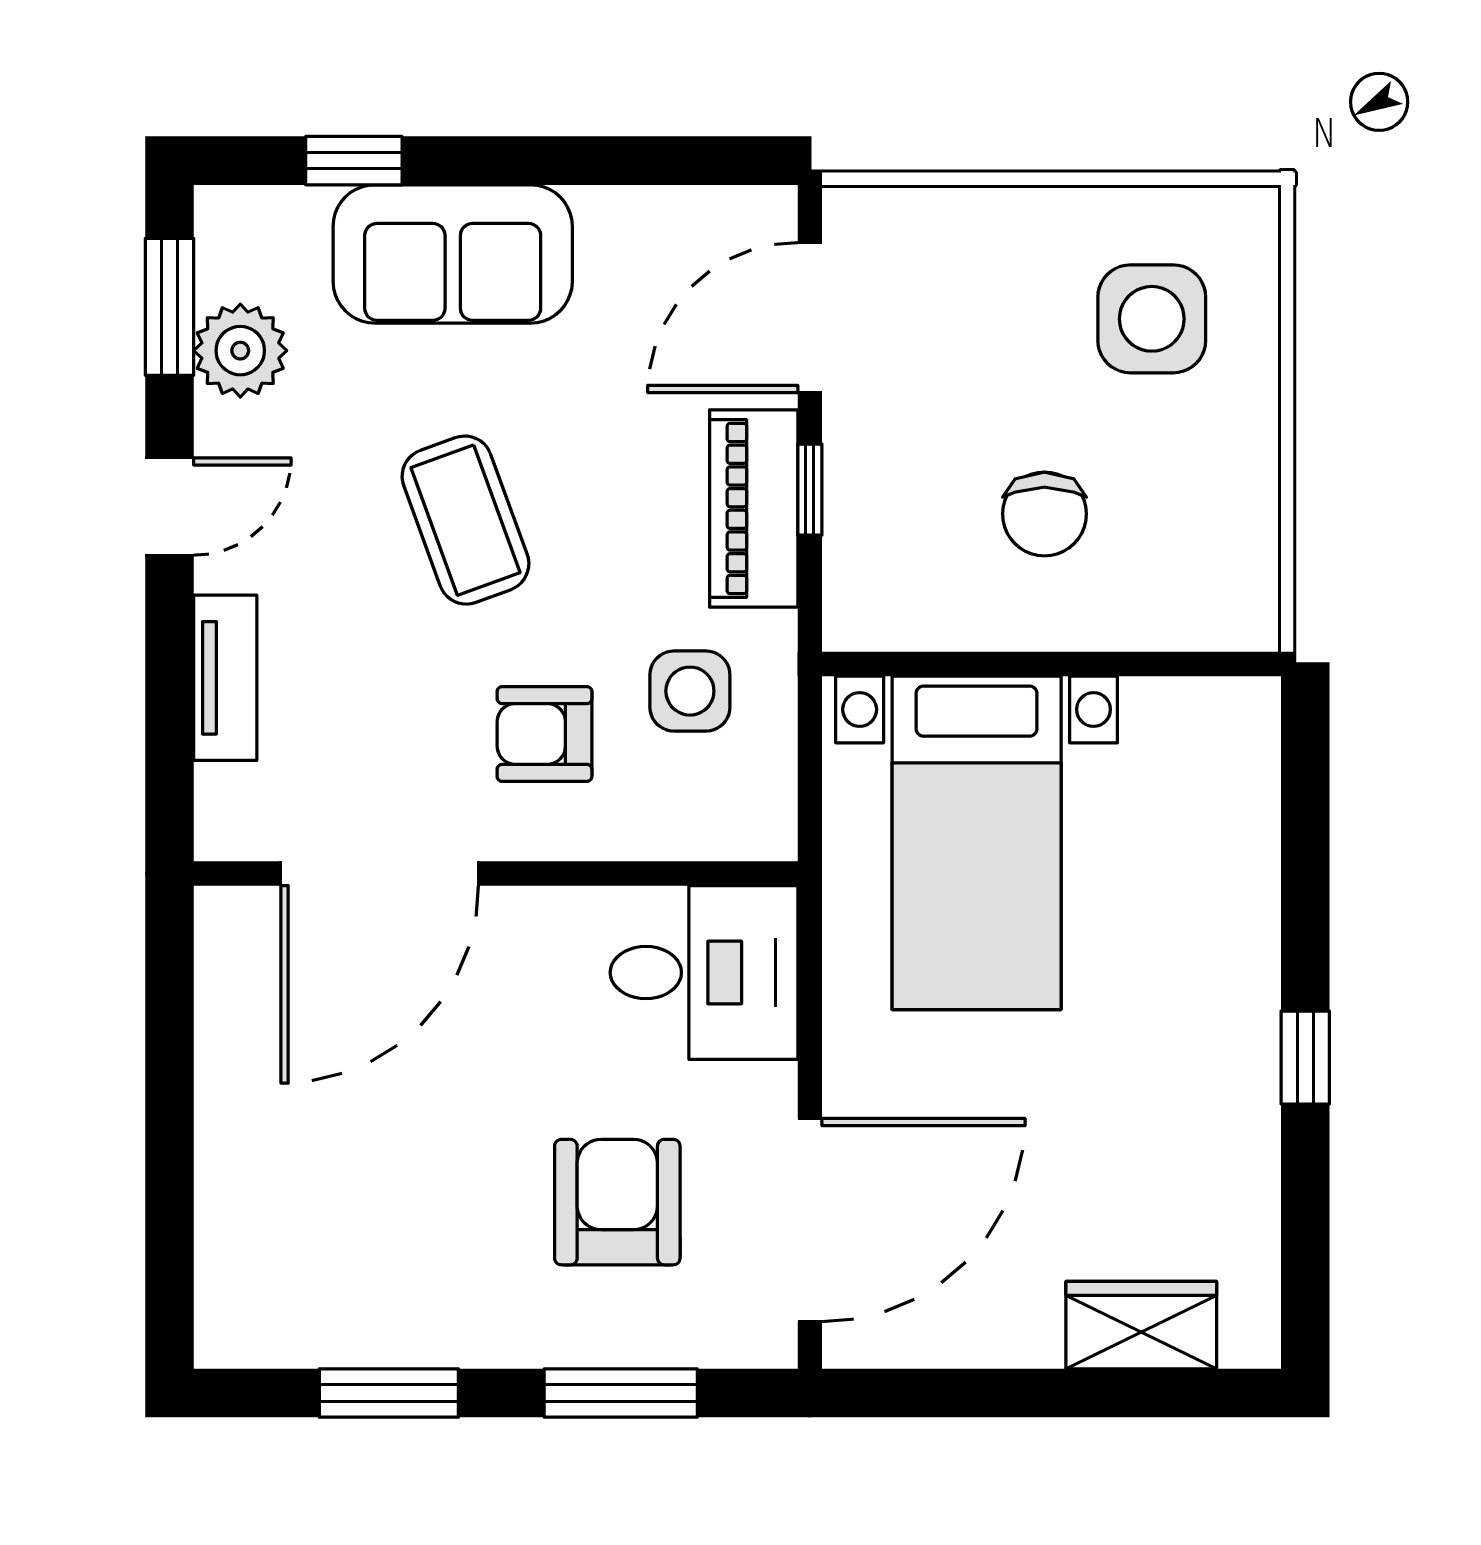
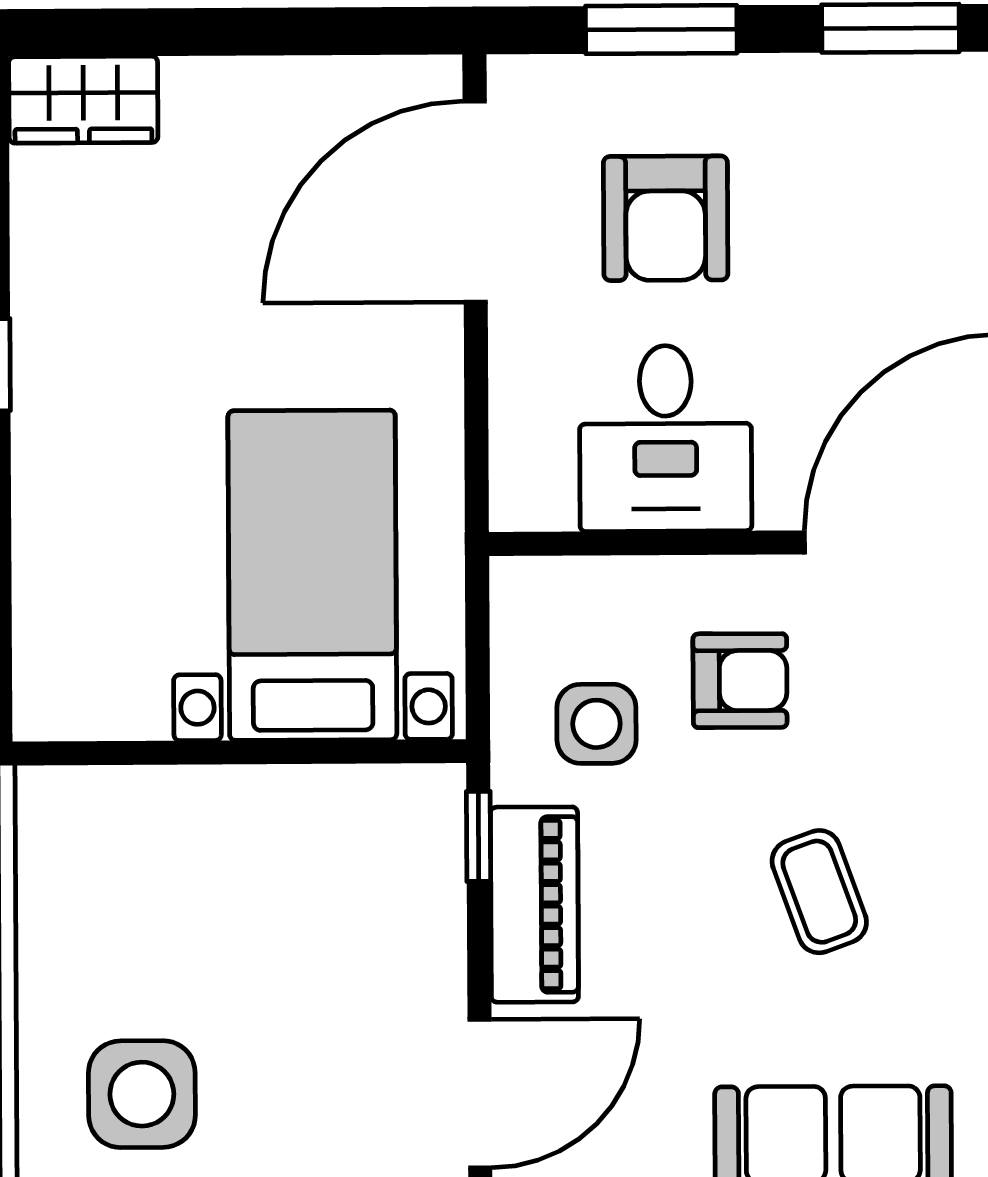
window: (810, 490) -> (479, 836), moved
chair: (1044, 514) -> (247, 901), removed
coffee table: (465, 520) -> (819, 892), width x0.73, depth x0.77
desk: (704, 973) -> (666, 438), moved, turned -90
wardrobe: (1141, 1325) -> (83, 100), moved

